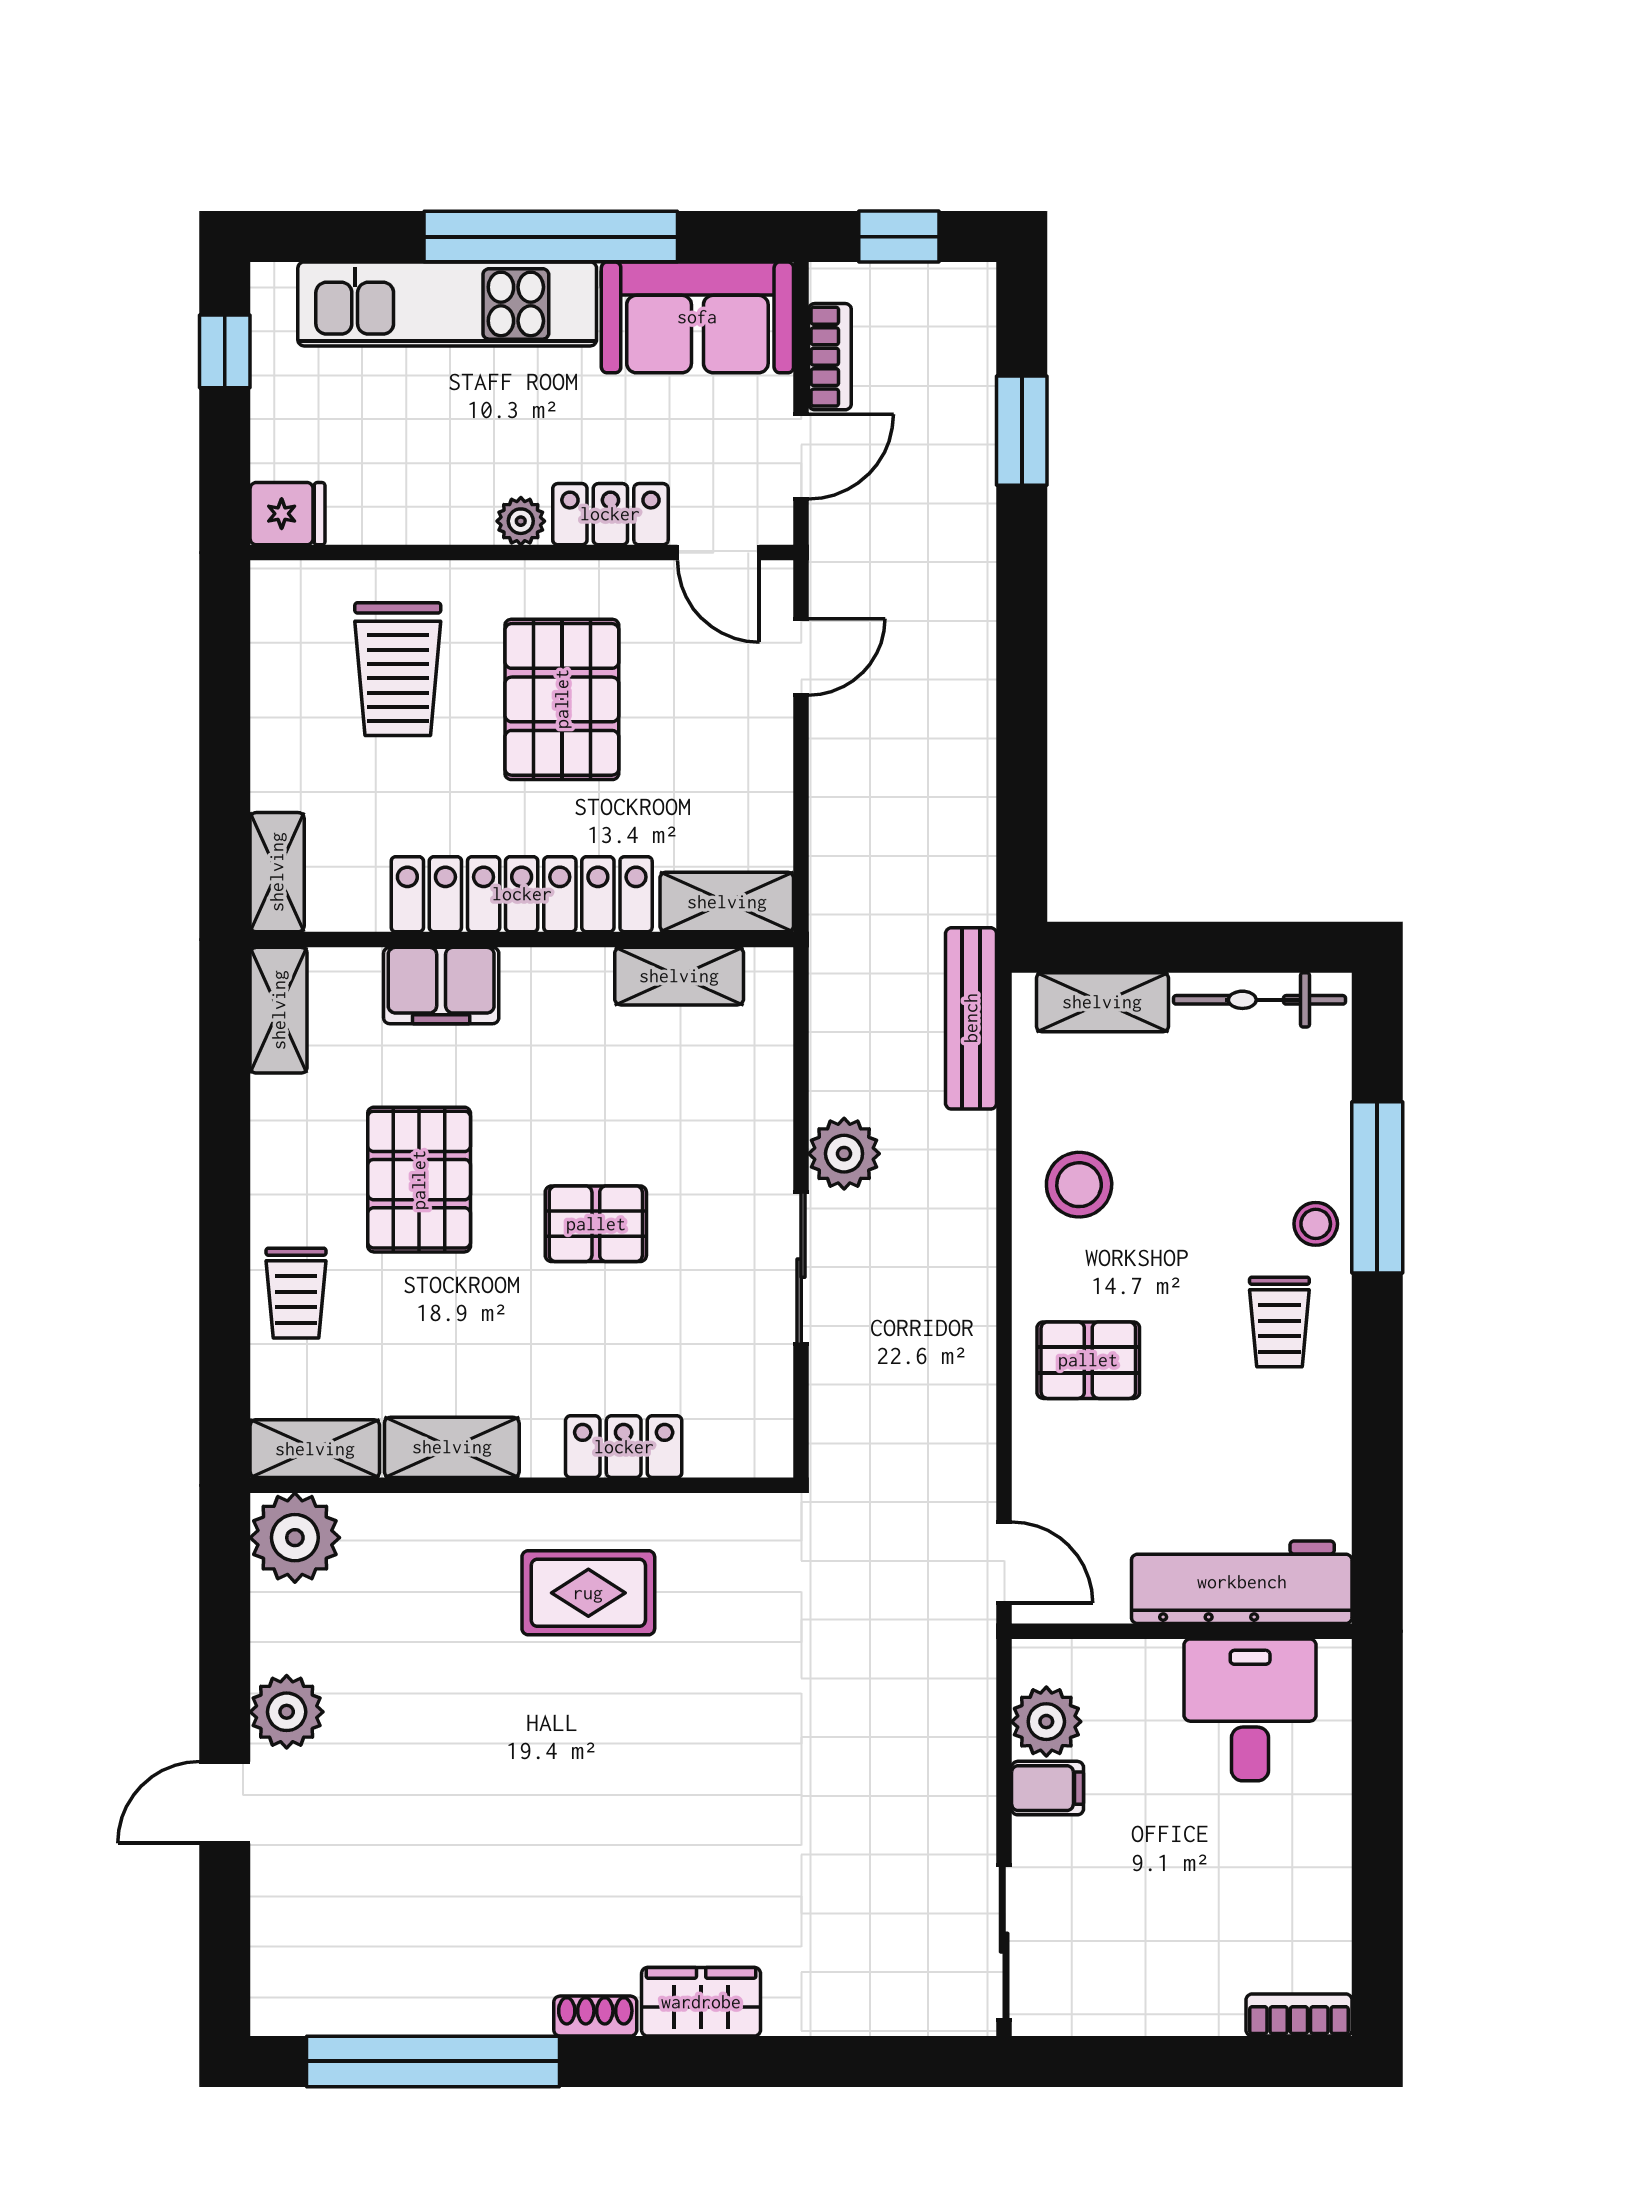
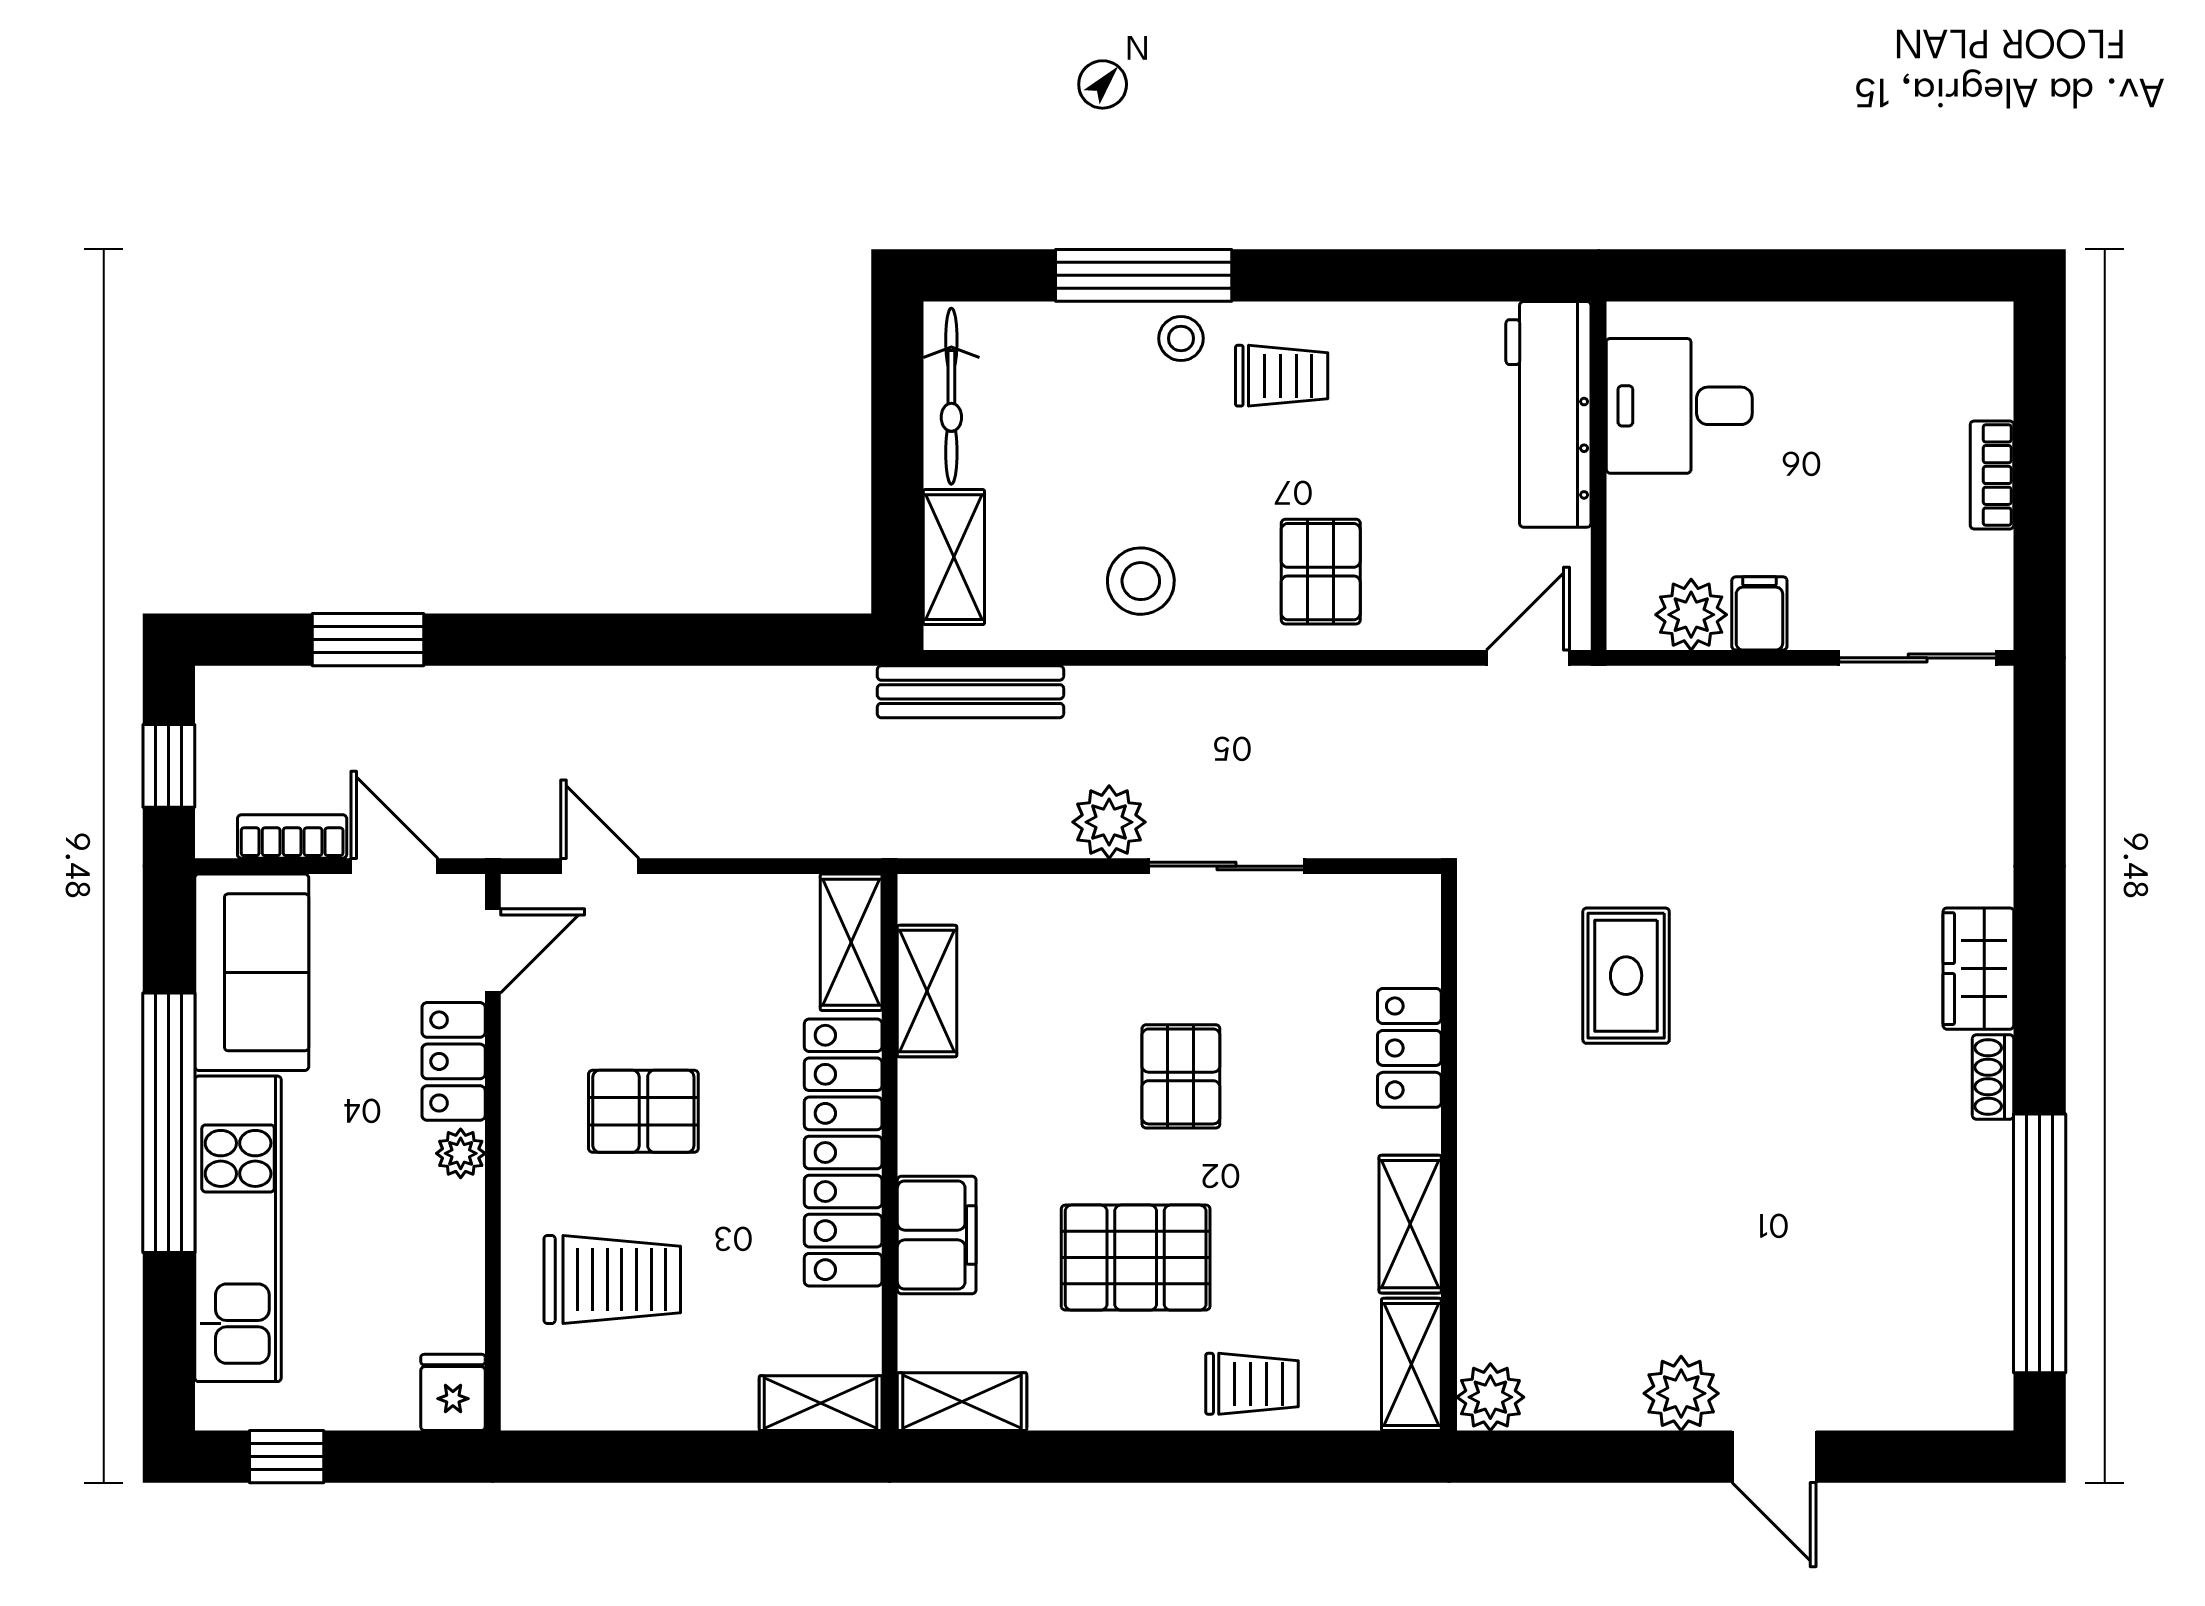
pallet: (562, 699) -> (643, 1111), width x0.67, depth x0.71
plant: (295, 1538) -> (1490, 1397), width x0.73, depth x0.73
rug: (588, 1593) -> (1626, 976), moved
bookcase: (1299, 2015) -> (1992, 475), moved

